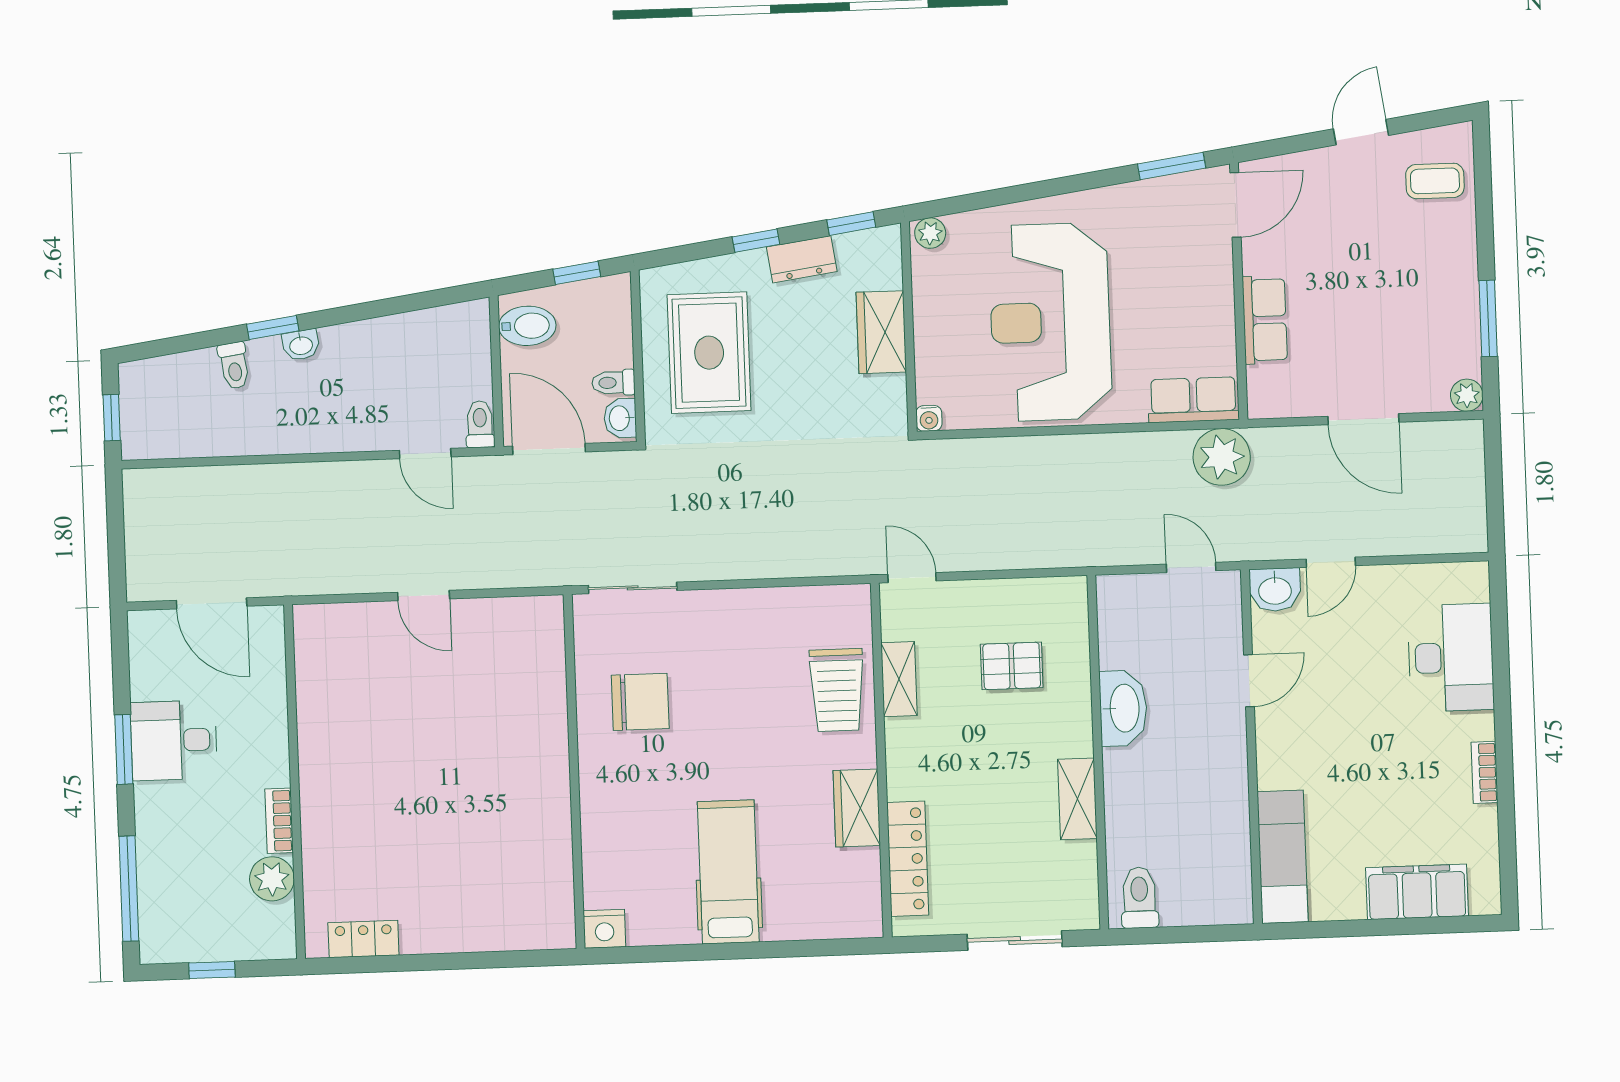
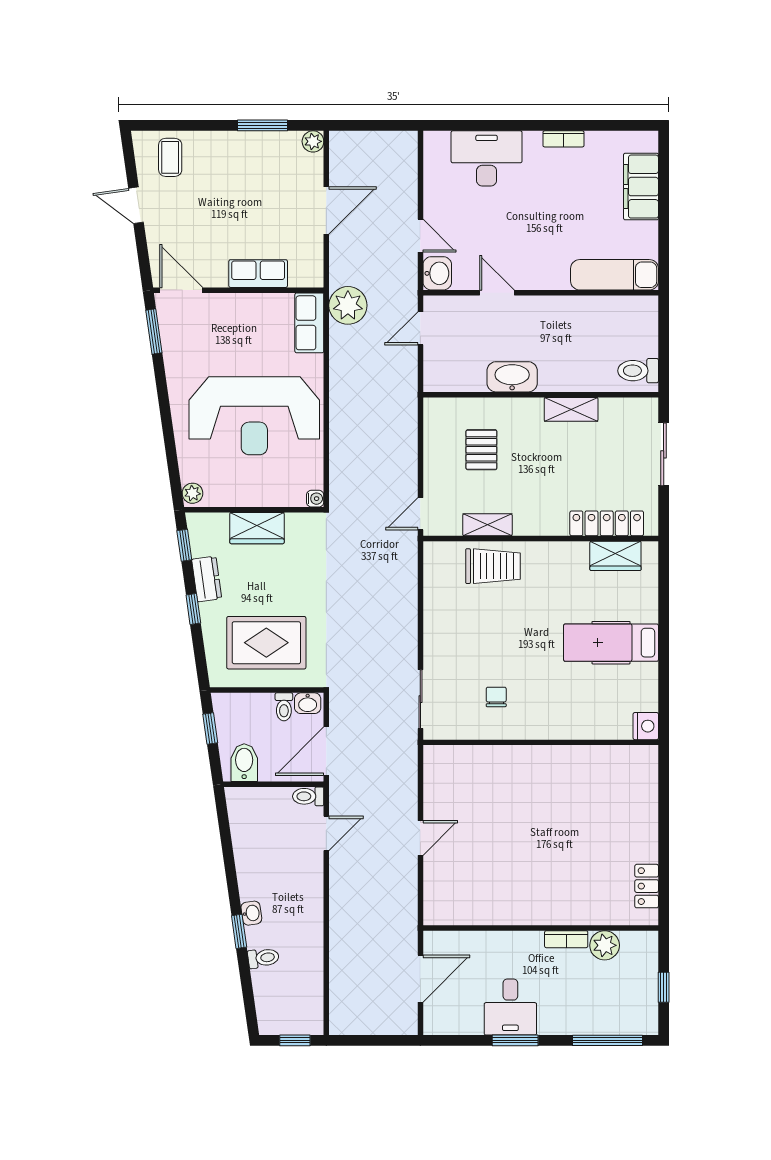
chair: (640, 702) -> (496, 697), width x0.54, depth x0.54
wardrobe: (857, 808) -> (615, 556), moved

